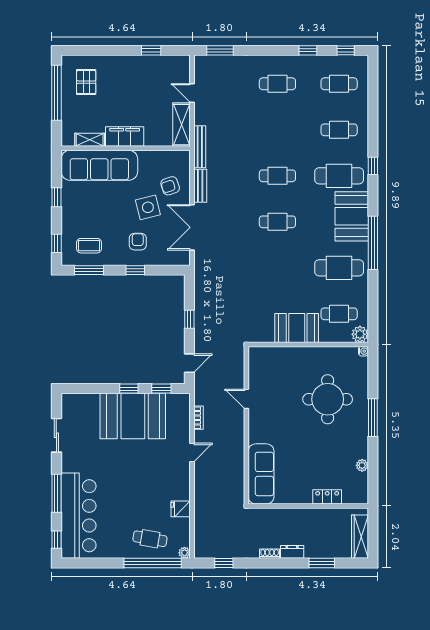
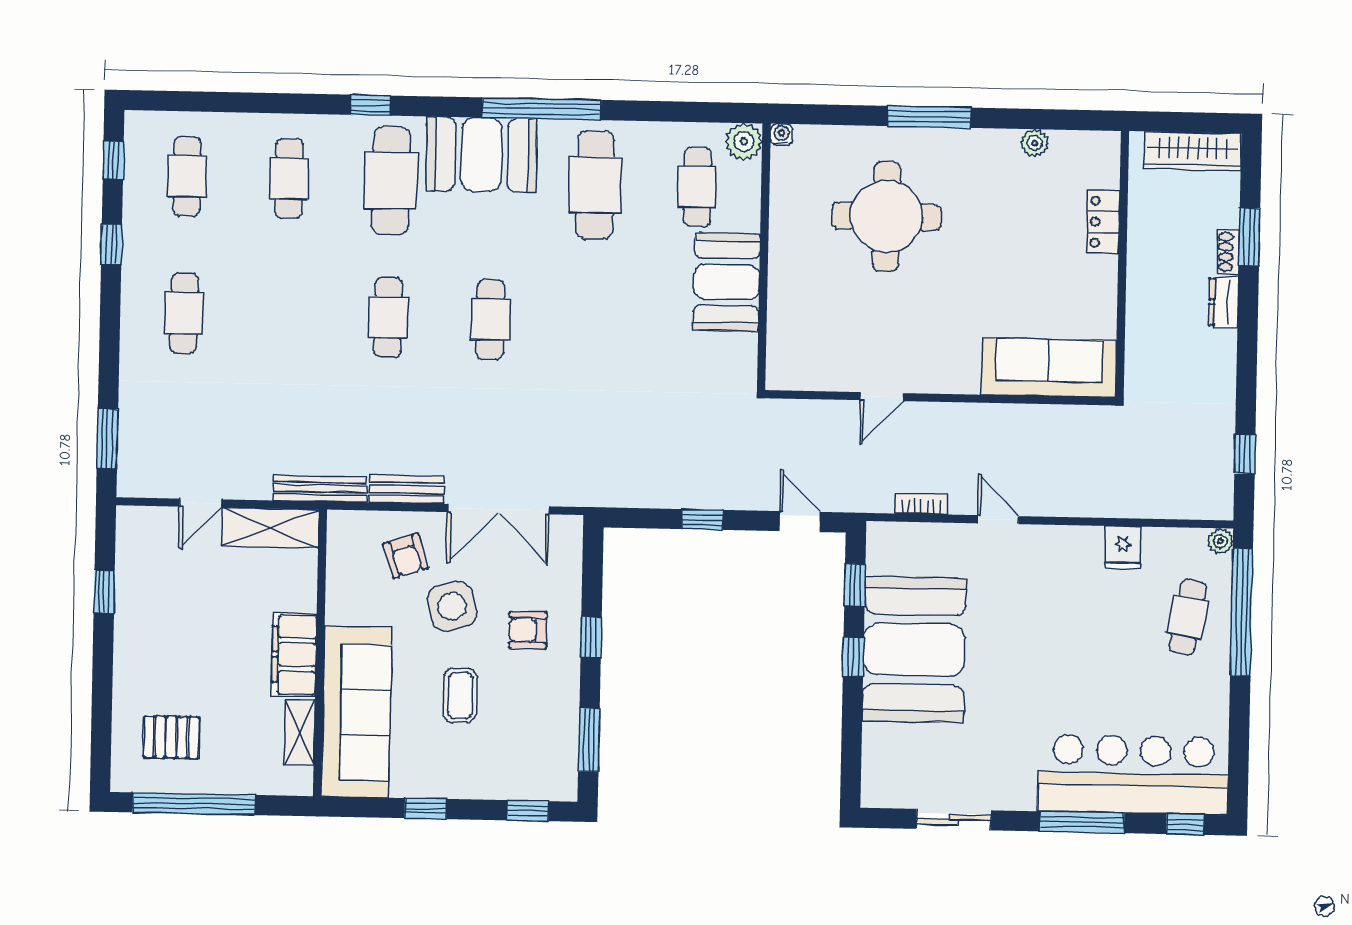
coffee table: (89, 246) -> (460, 695), moved
shoe rack: (270, 554) -> (1228, 252), moved

